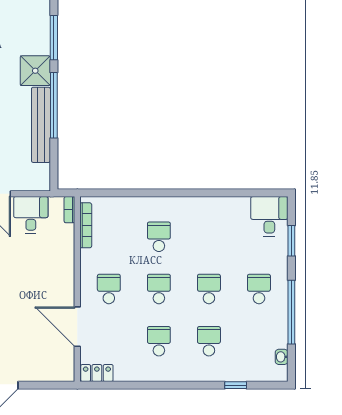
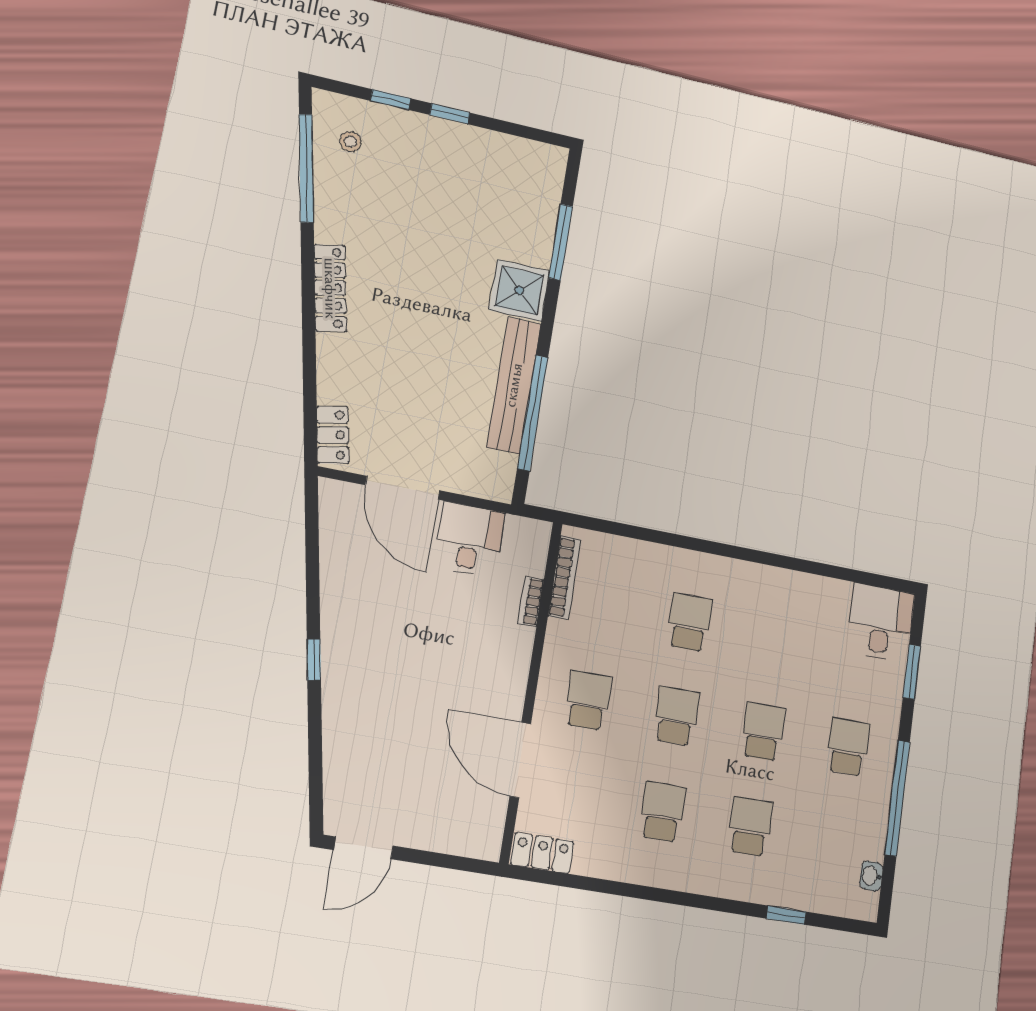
window: (54, 105) -> (533, 413), moved
bookcase: (69, 210) -> (531, 601), moved

